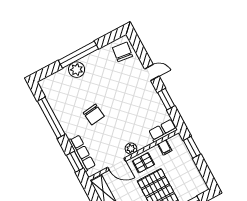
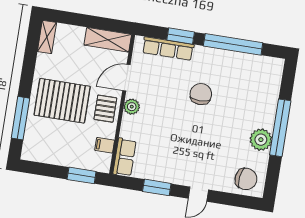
plant: (77, 70) -> (261, 140), moved
chair: (94, 115) -> (201, 94), turned 97
window: (75, 162) -> (181, 36), moved

